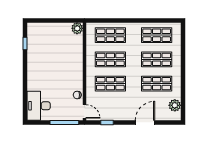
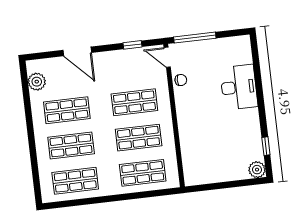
plant: (77, 28) -> (257, 170), moved
desk: (39, 106) -> (239, 87), moved
door: (145, 123) -> (77, 51), hinge flipped

